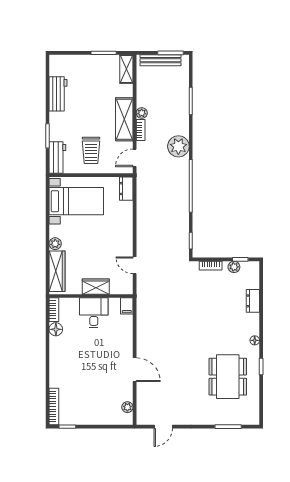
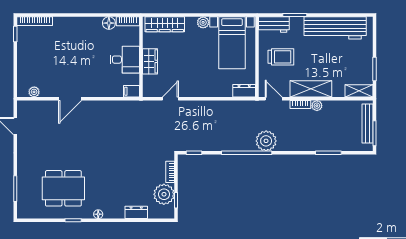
workbench: (58, 94) -> (335, 28), width x1.87, depth x1.32
plant: (178, 146) -> (266, 141), moved
trolley: (91, 150) -> (281, 57), turned 180
plant: (55, 244) -> (203, 22), moved
plant: (234, 267) -> (164, 194), width x1.87, depth x1.87

